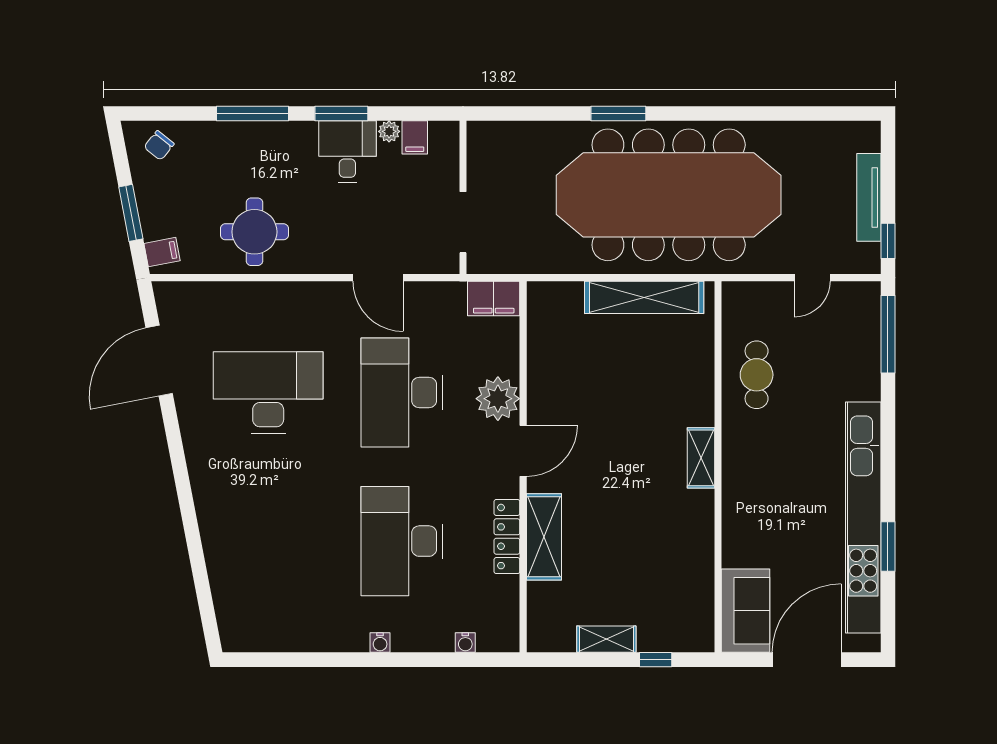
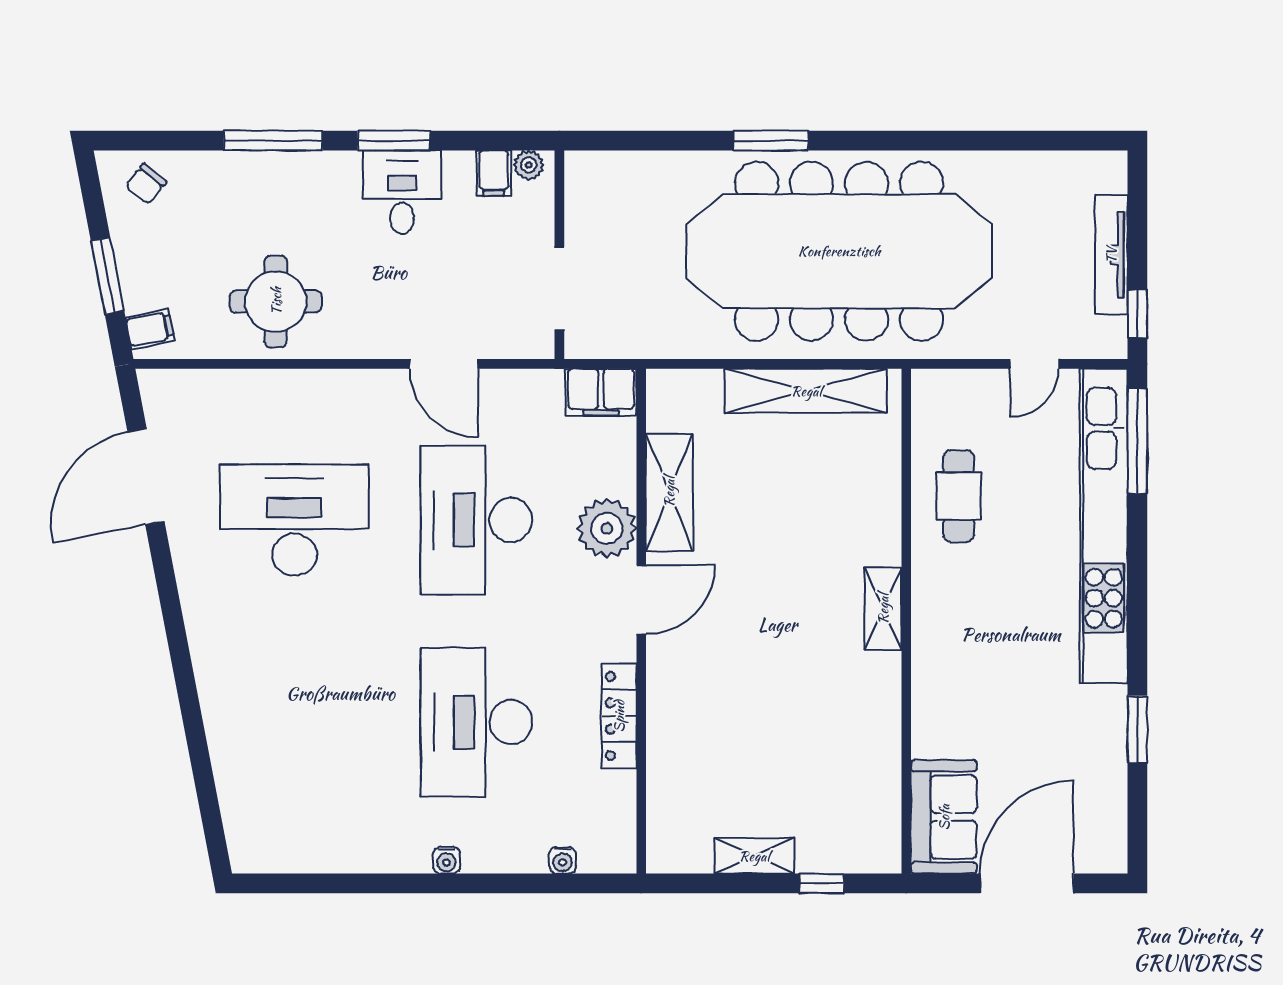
plant: (389, 131) -> (529, 165), moved
kitchen unit: (863, 518) -> (1104, 526), moved
shelving: (544, 537) -> (669, 492), moved

